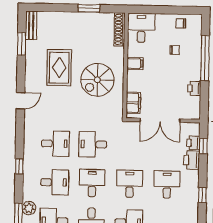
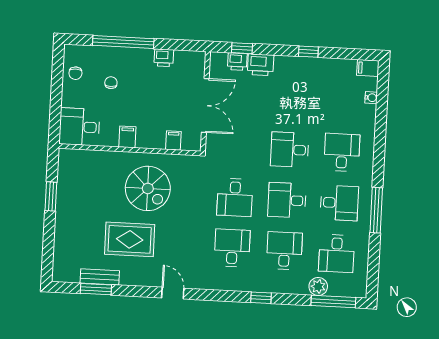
bench: (31, 25) -> (100, 277), moved
shoe rack: (119, 29) -> (81, 156), removed
filing cabinet: (133, 103) -> (173, 140), width x0.50
desk: (167, 184) -> (292, 99), removed

